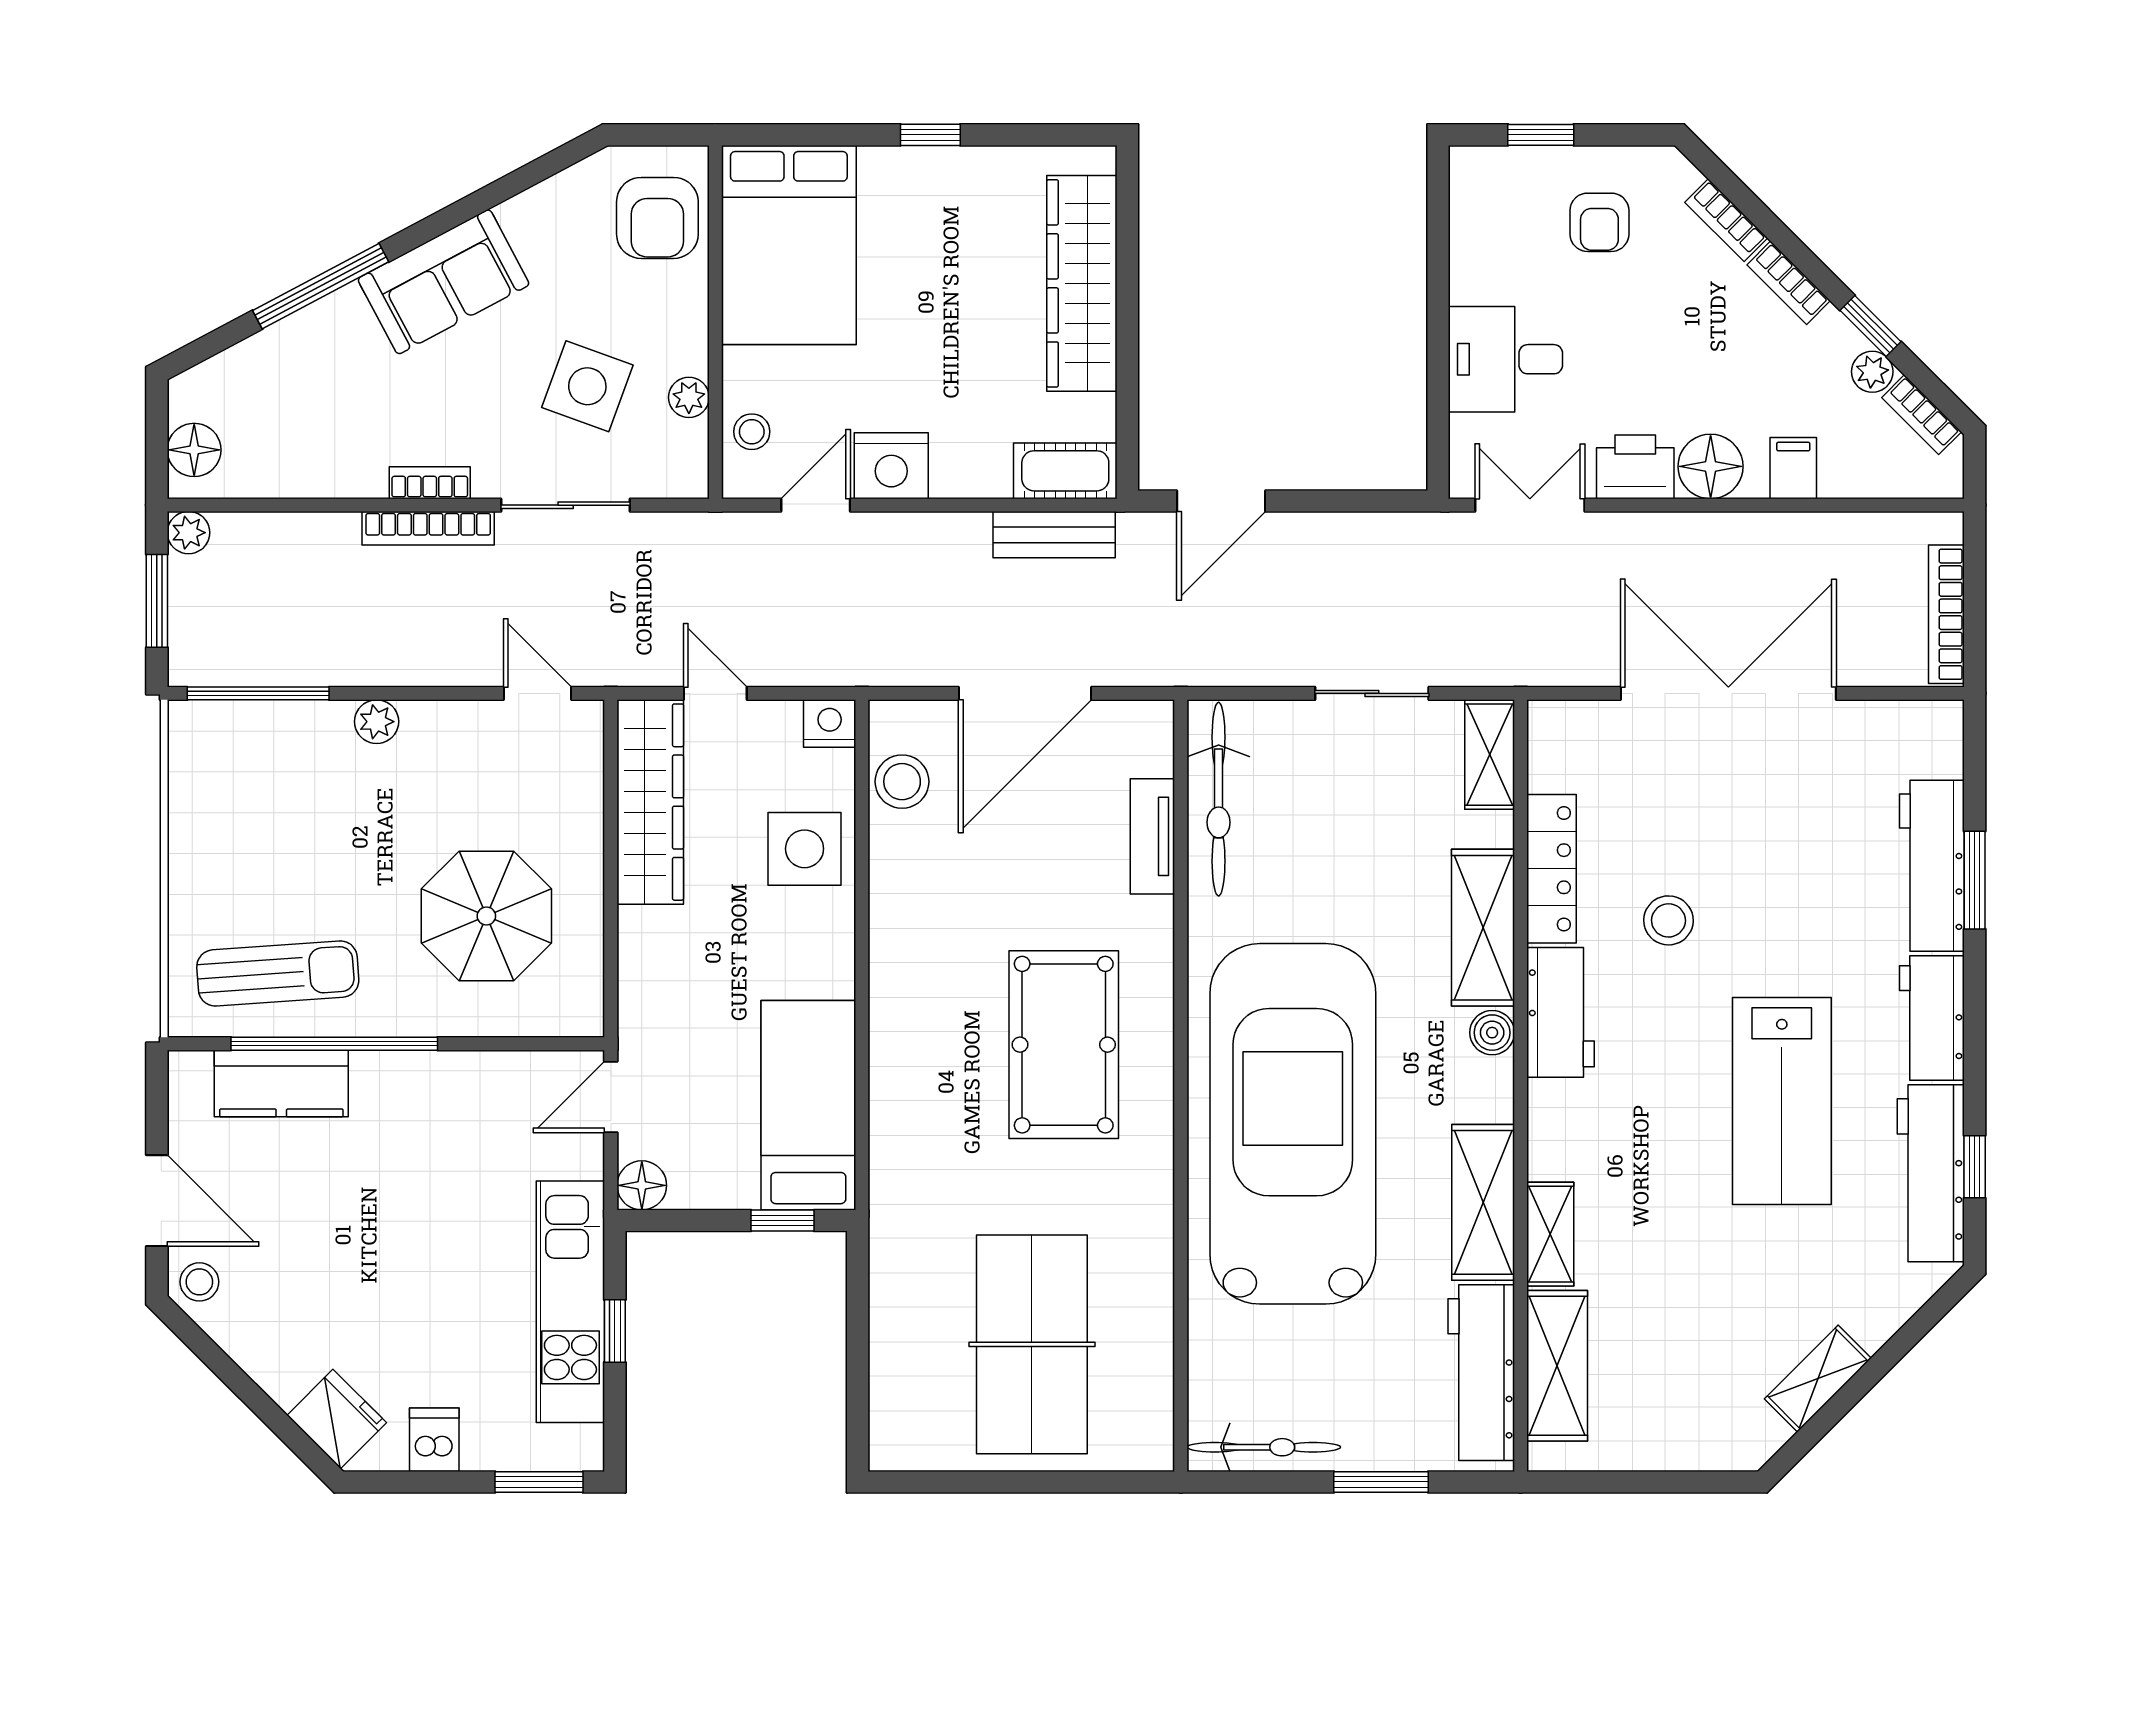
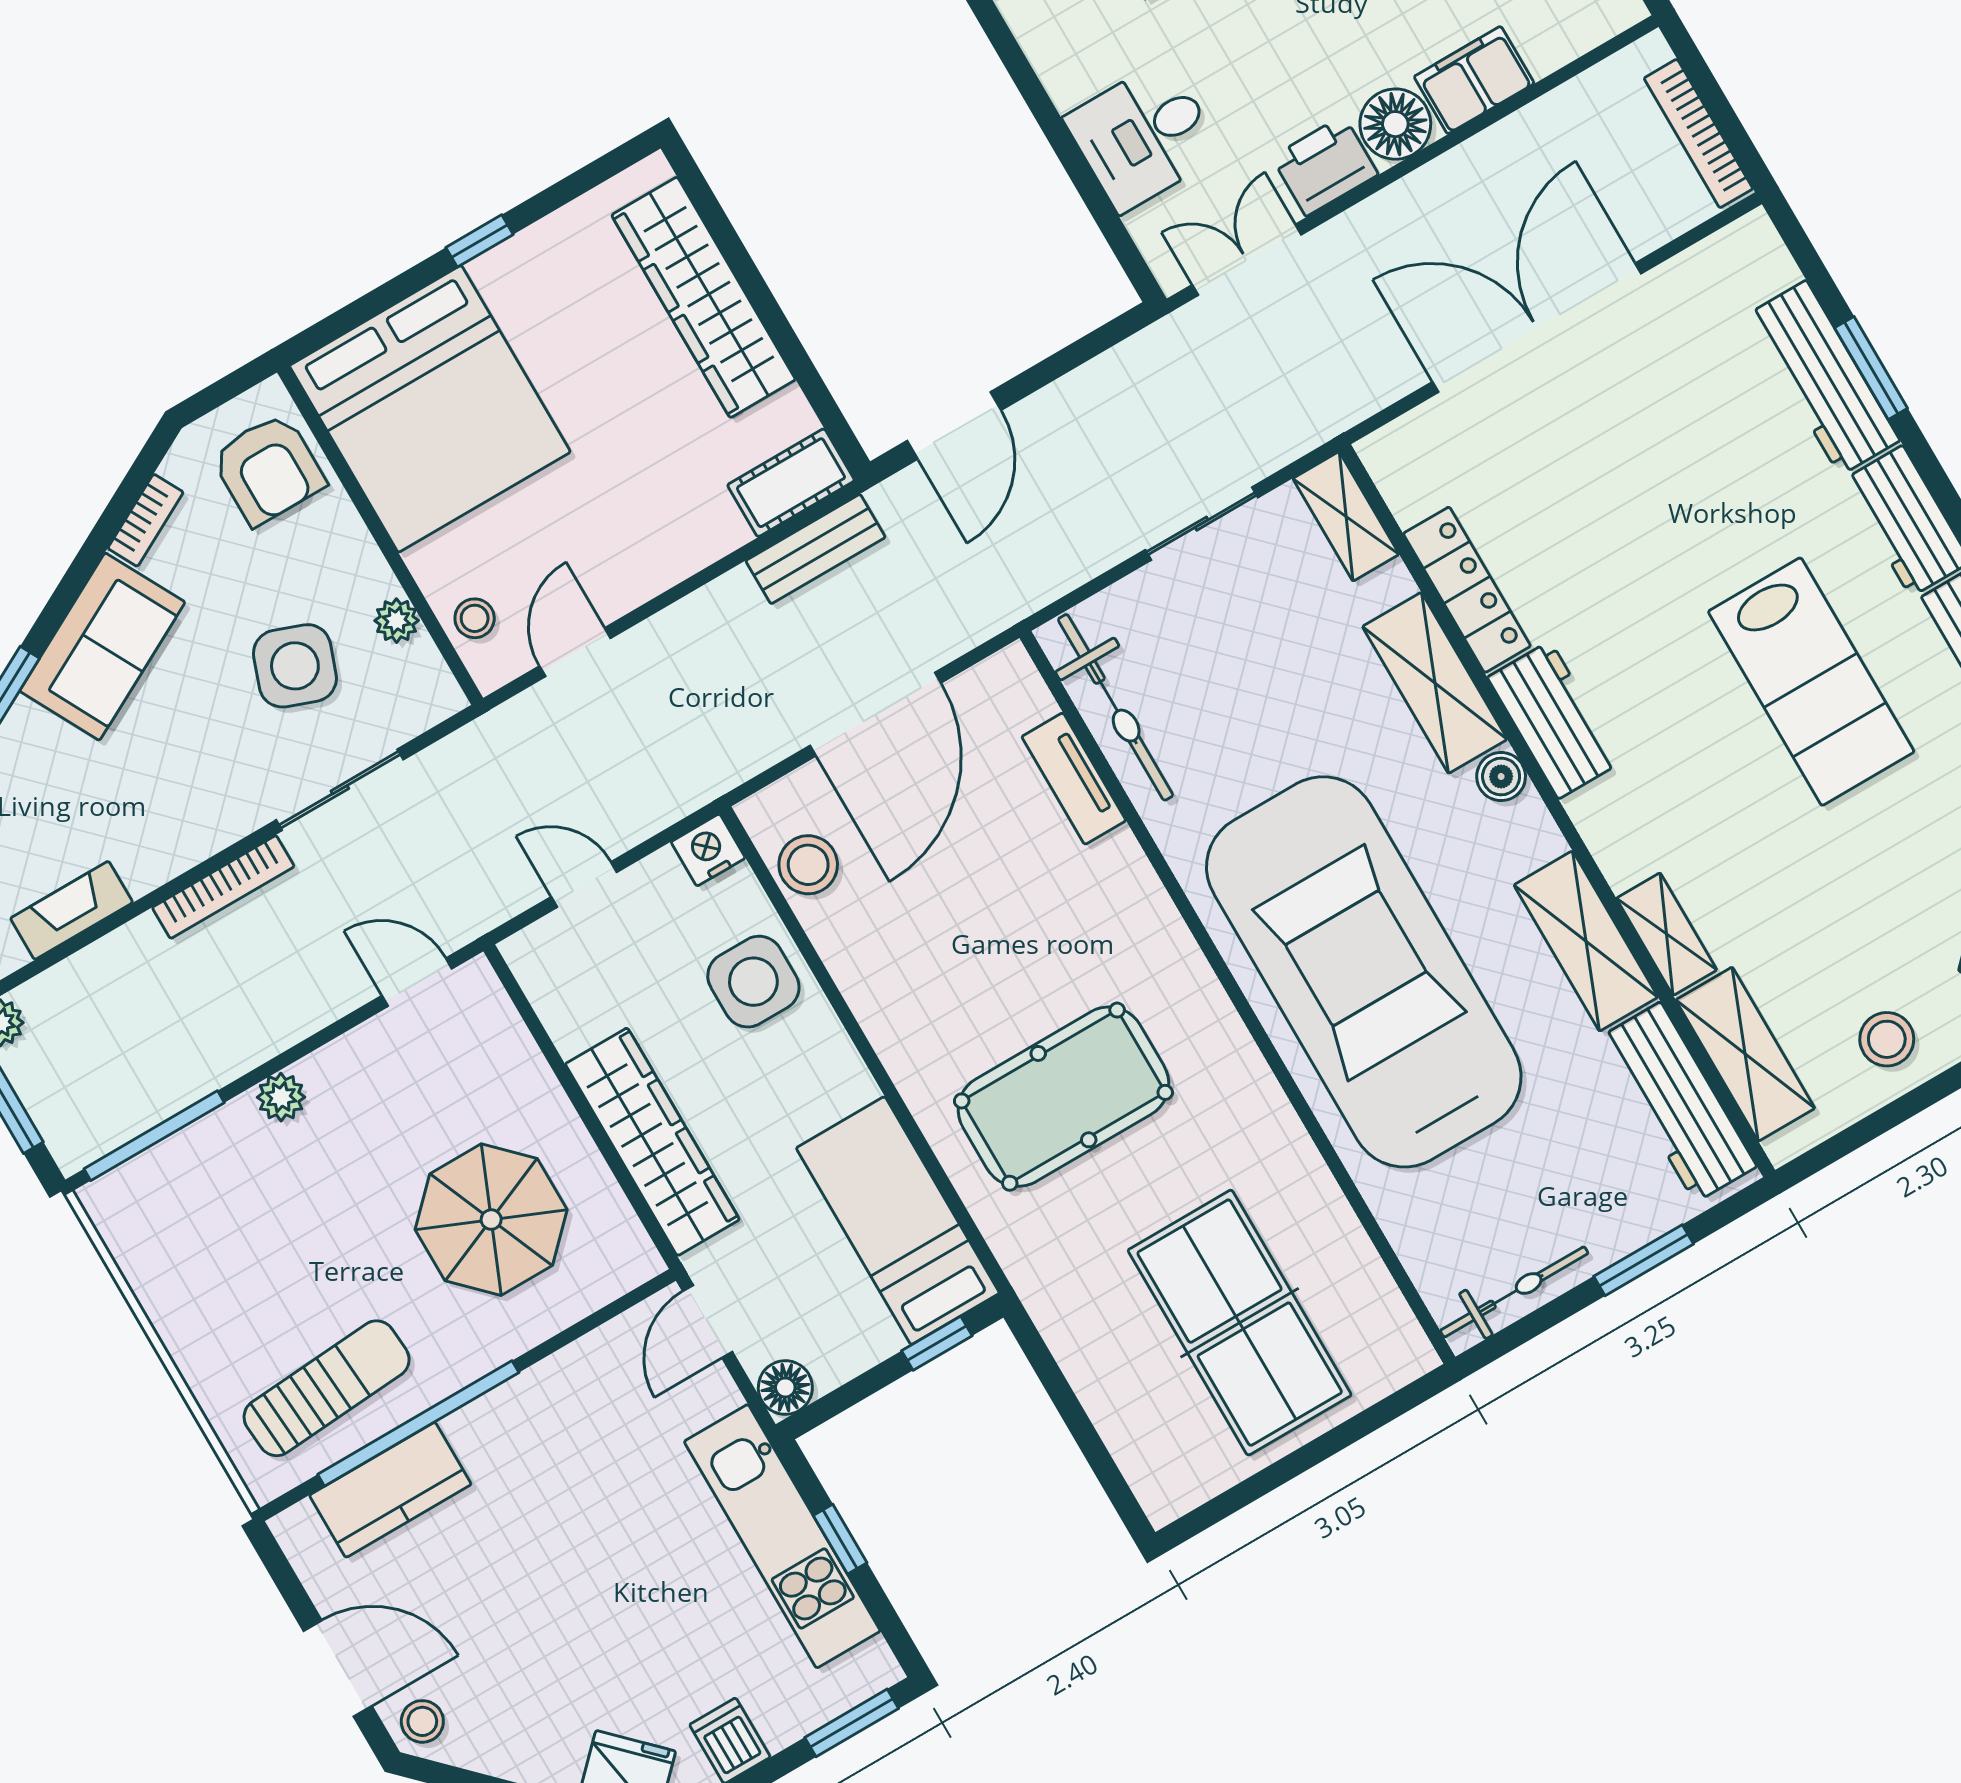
bed: (789, 245) -> (430, 409), width x1.36
nightstand: (891, 466) -> (624, 574), removed
filing cabinet: (1793, 468) -> (1474, 80), width x2.00
fireplace: (297, 477) -> (72, 910), added
bookcase: (430, 483) -> (146, 520), moved, turned 152
wardrobe: (650, 802) -> (652, 1142), moved
stool: (1669, 920) -> (1887, 1039), moved
pool table: (1064, 1045) -> (1063, 1097), moved, turned 90

